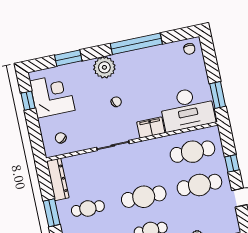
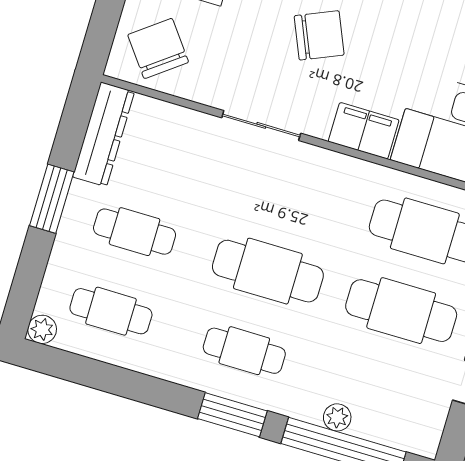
chair: (116, 102) -> (319, 35), width x1.87, depth x1.87
chair: (61, 138) -> (158, 48), width x1.87, depth x1.87

